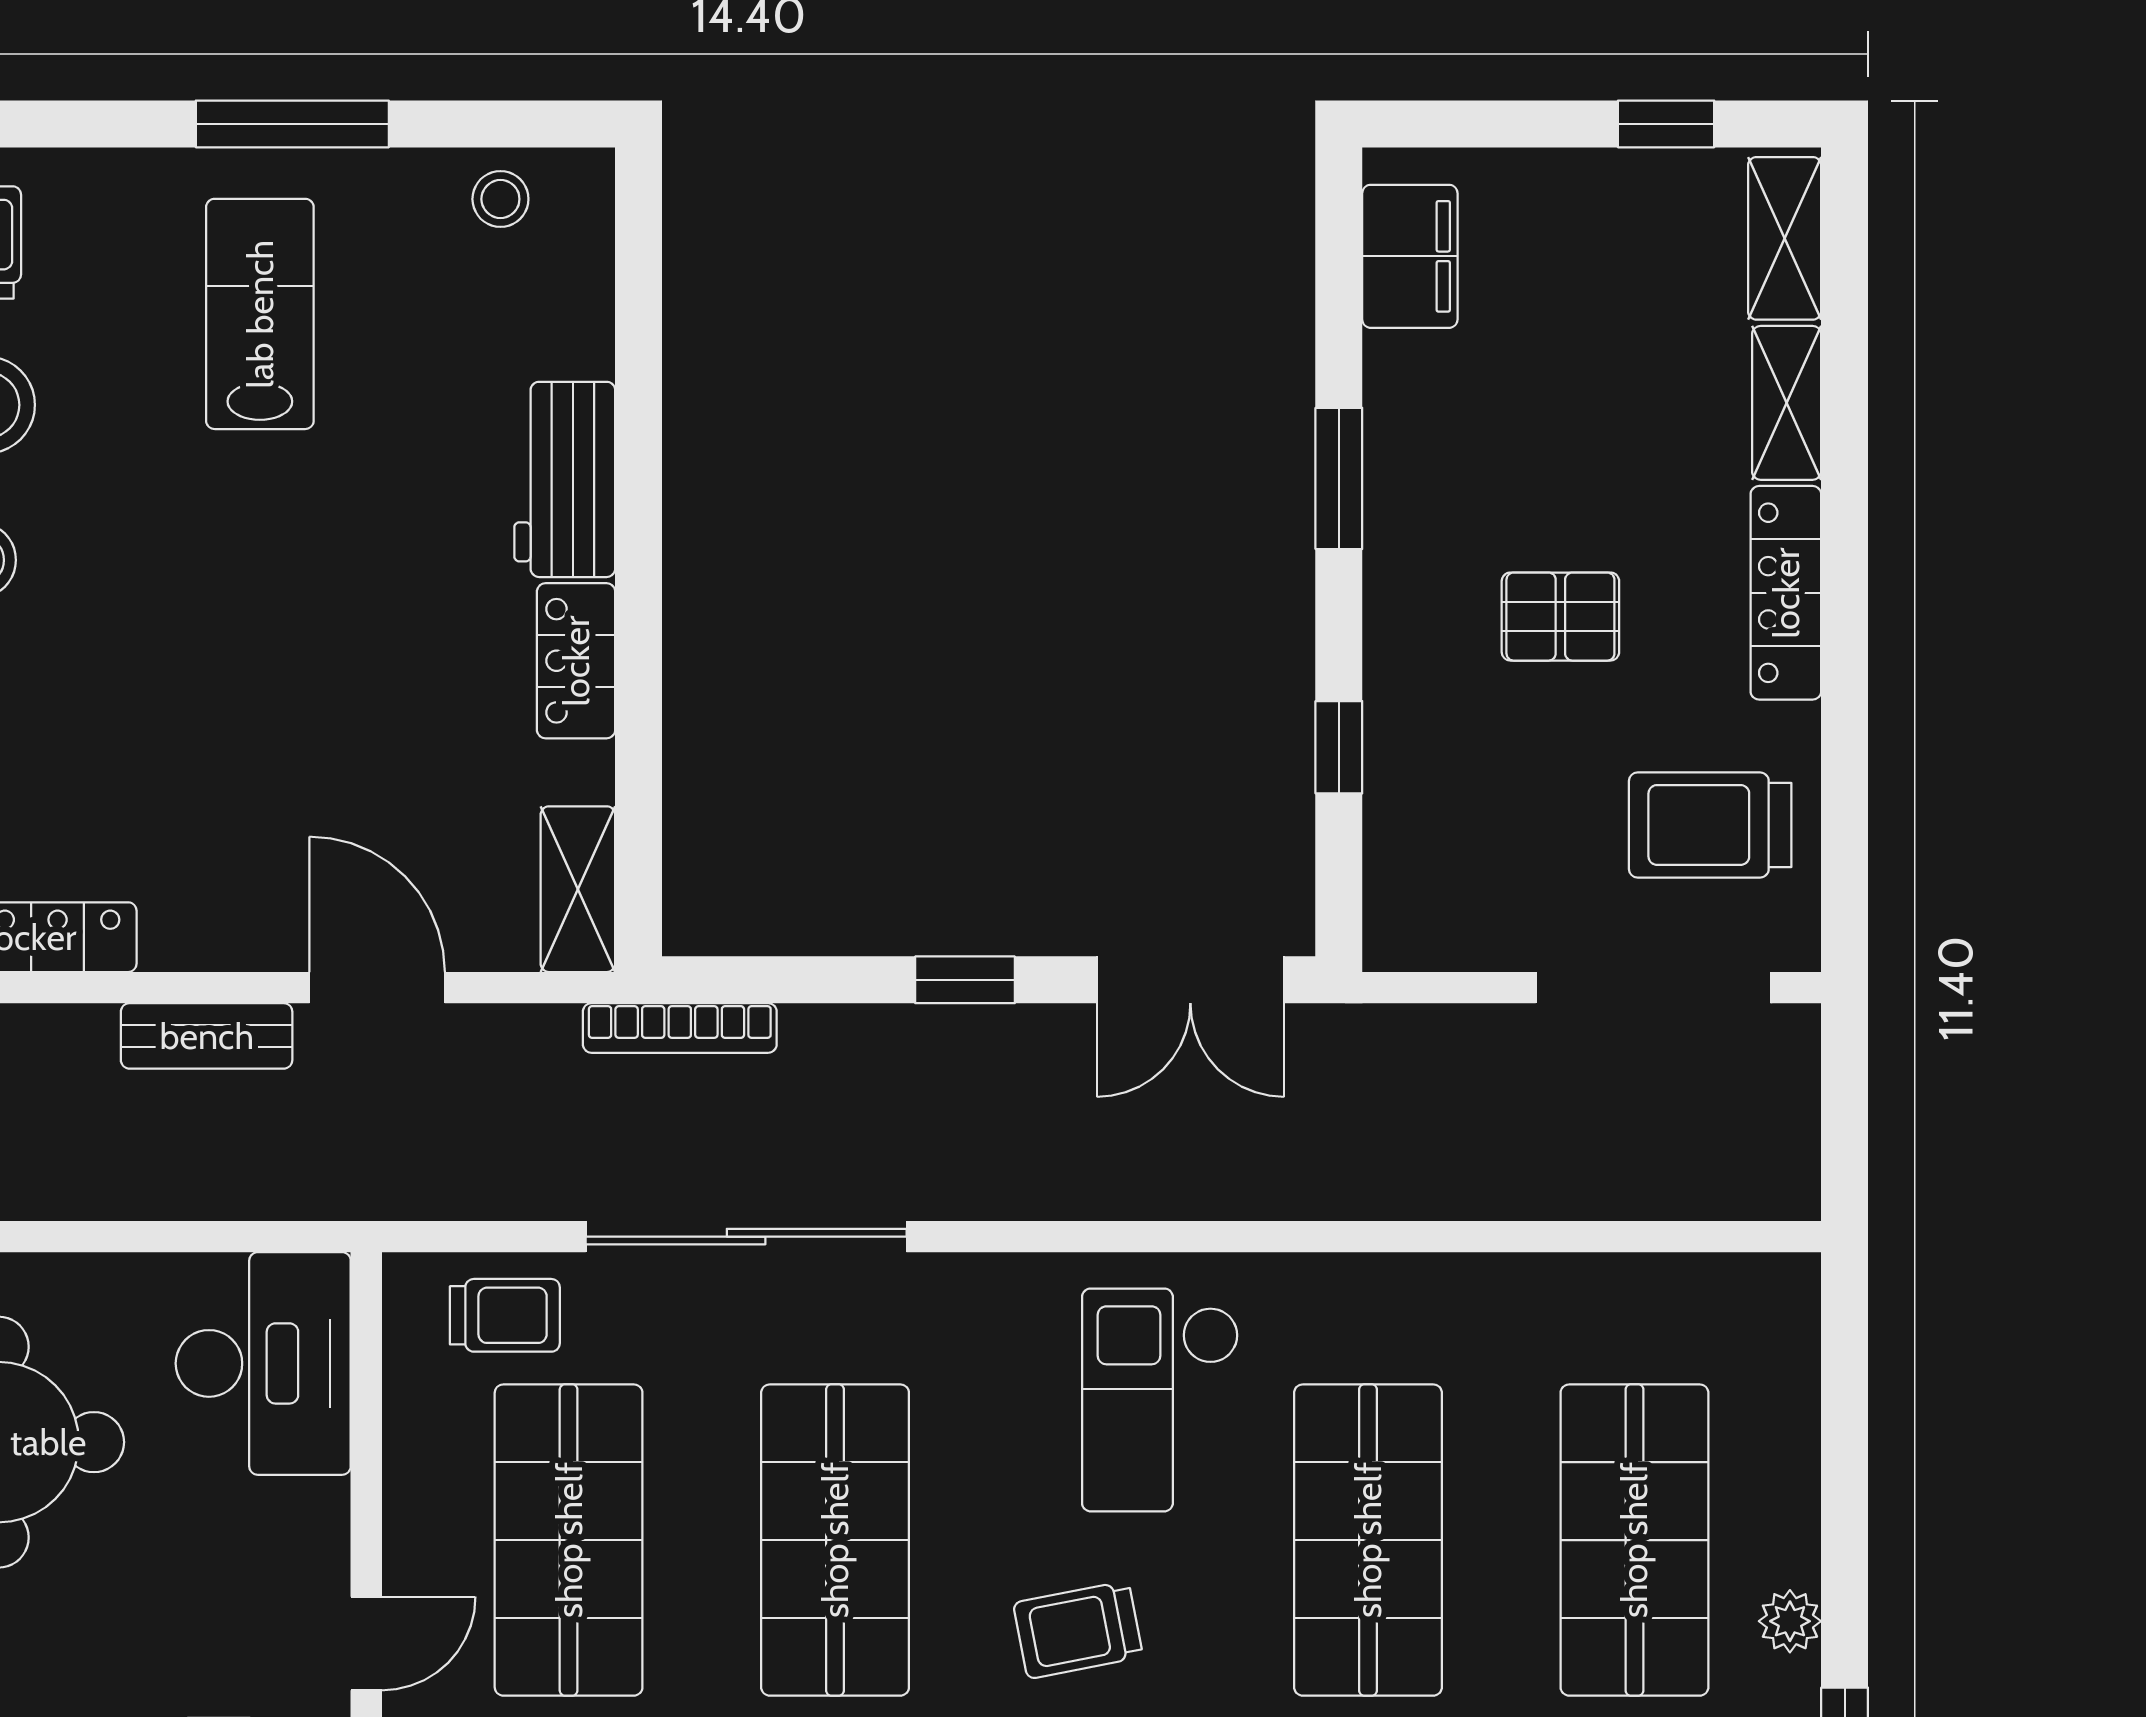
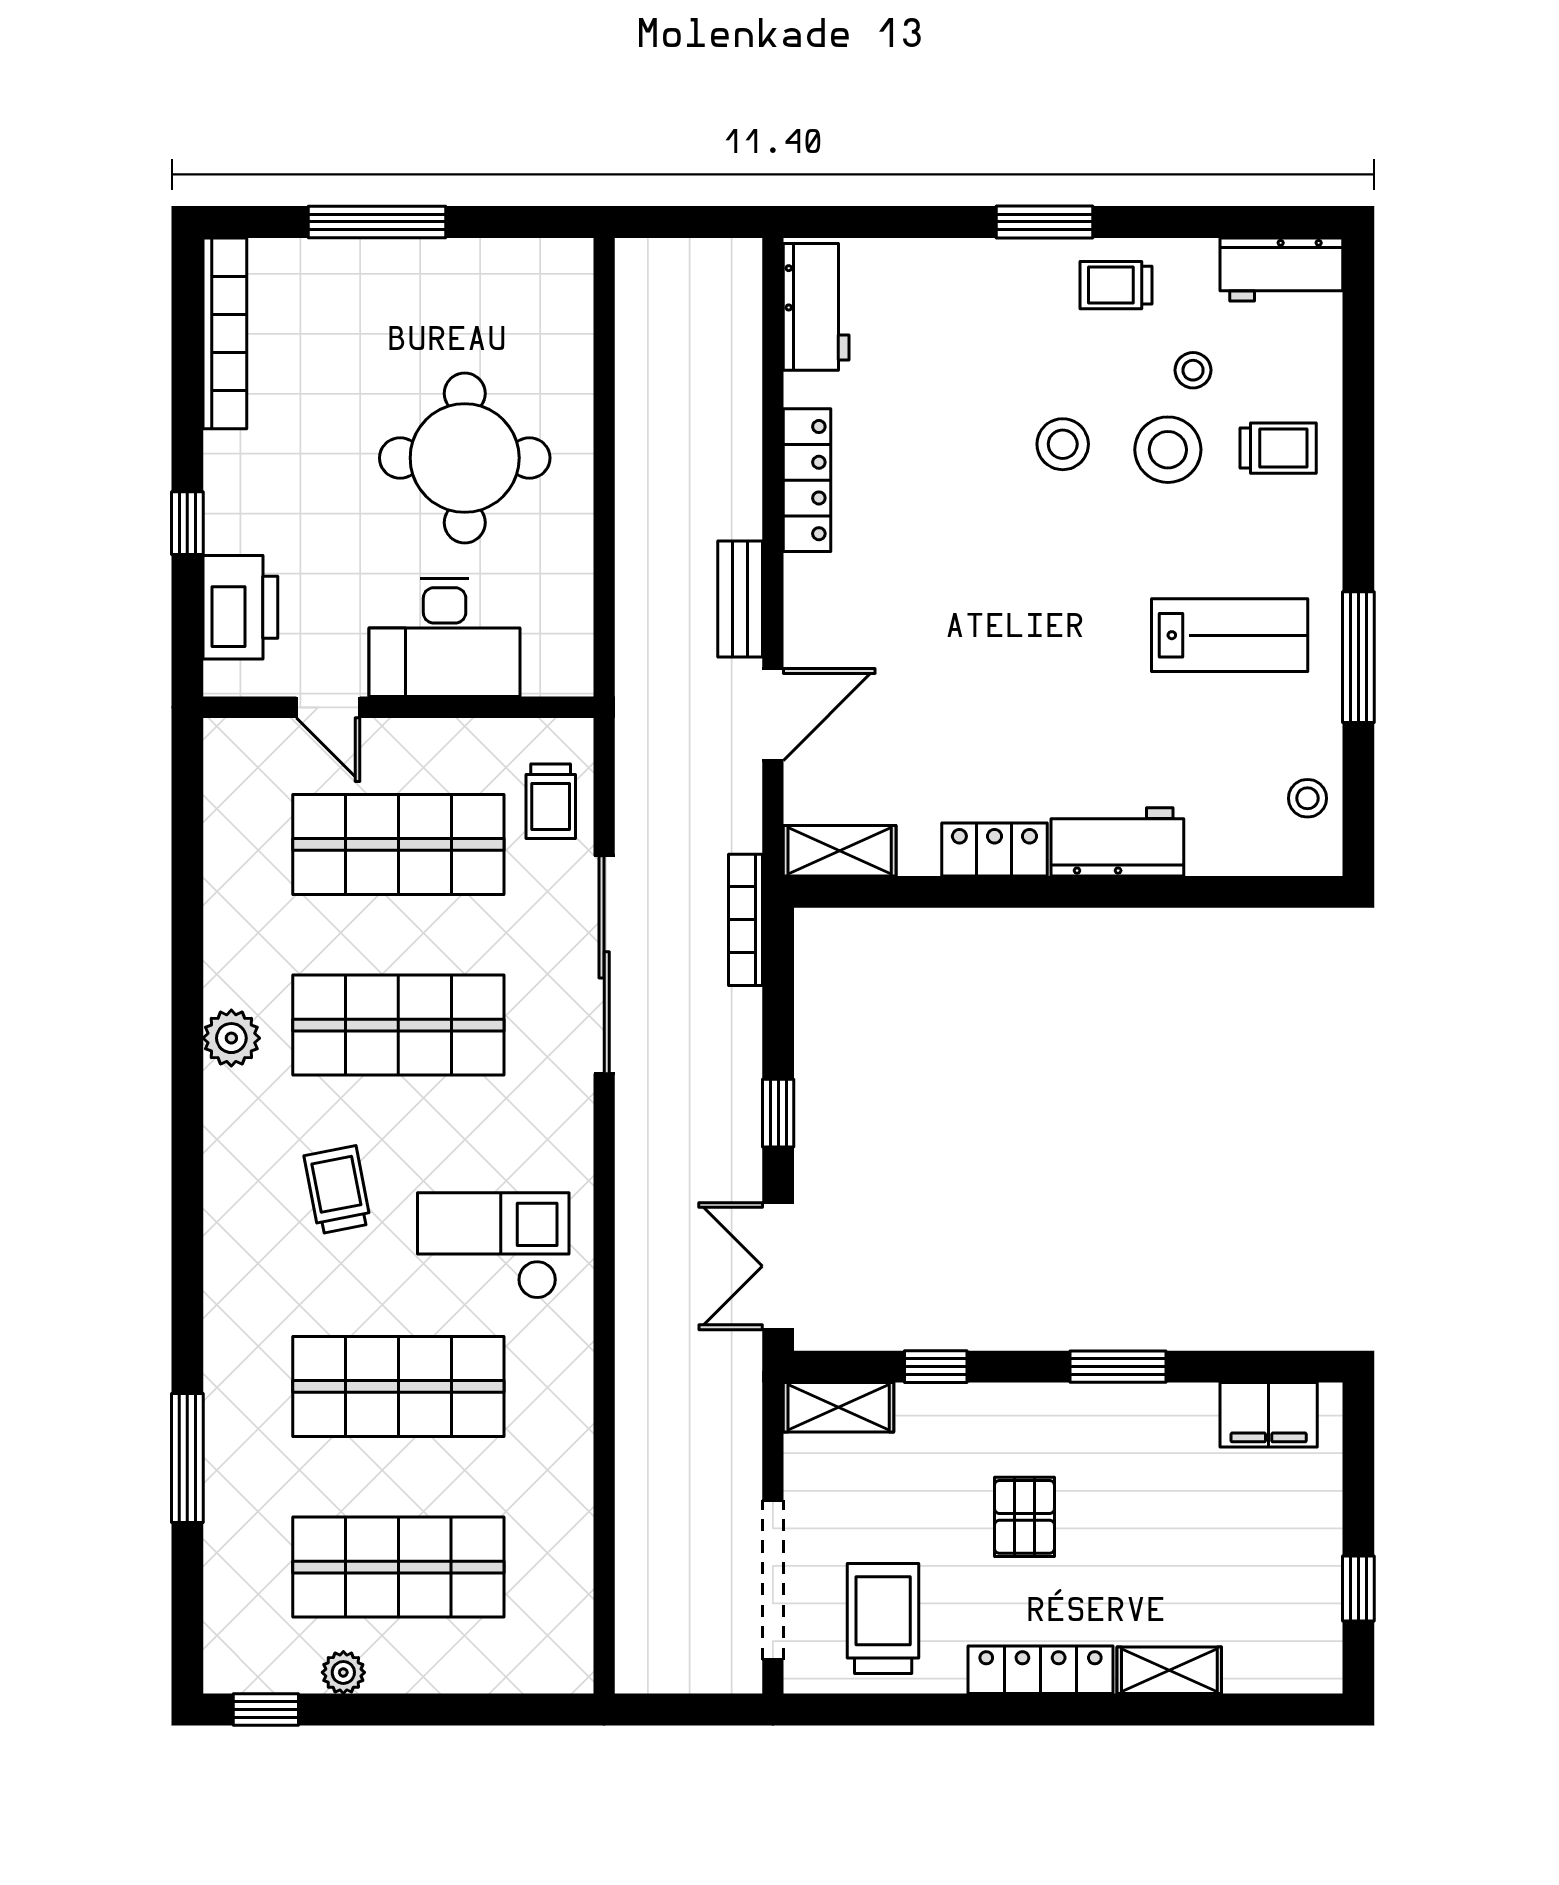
shelving: (1785, 238) -> (839, 1407), moved
desk: (263, 1363) -> (445, 637), moved

